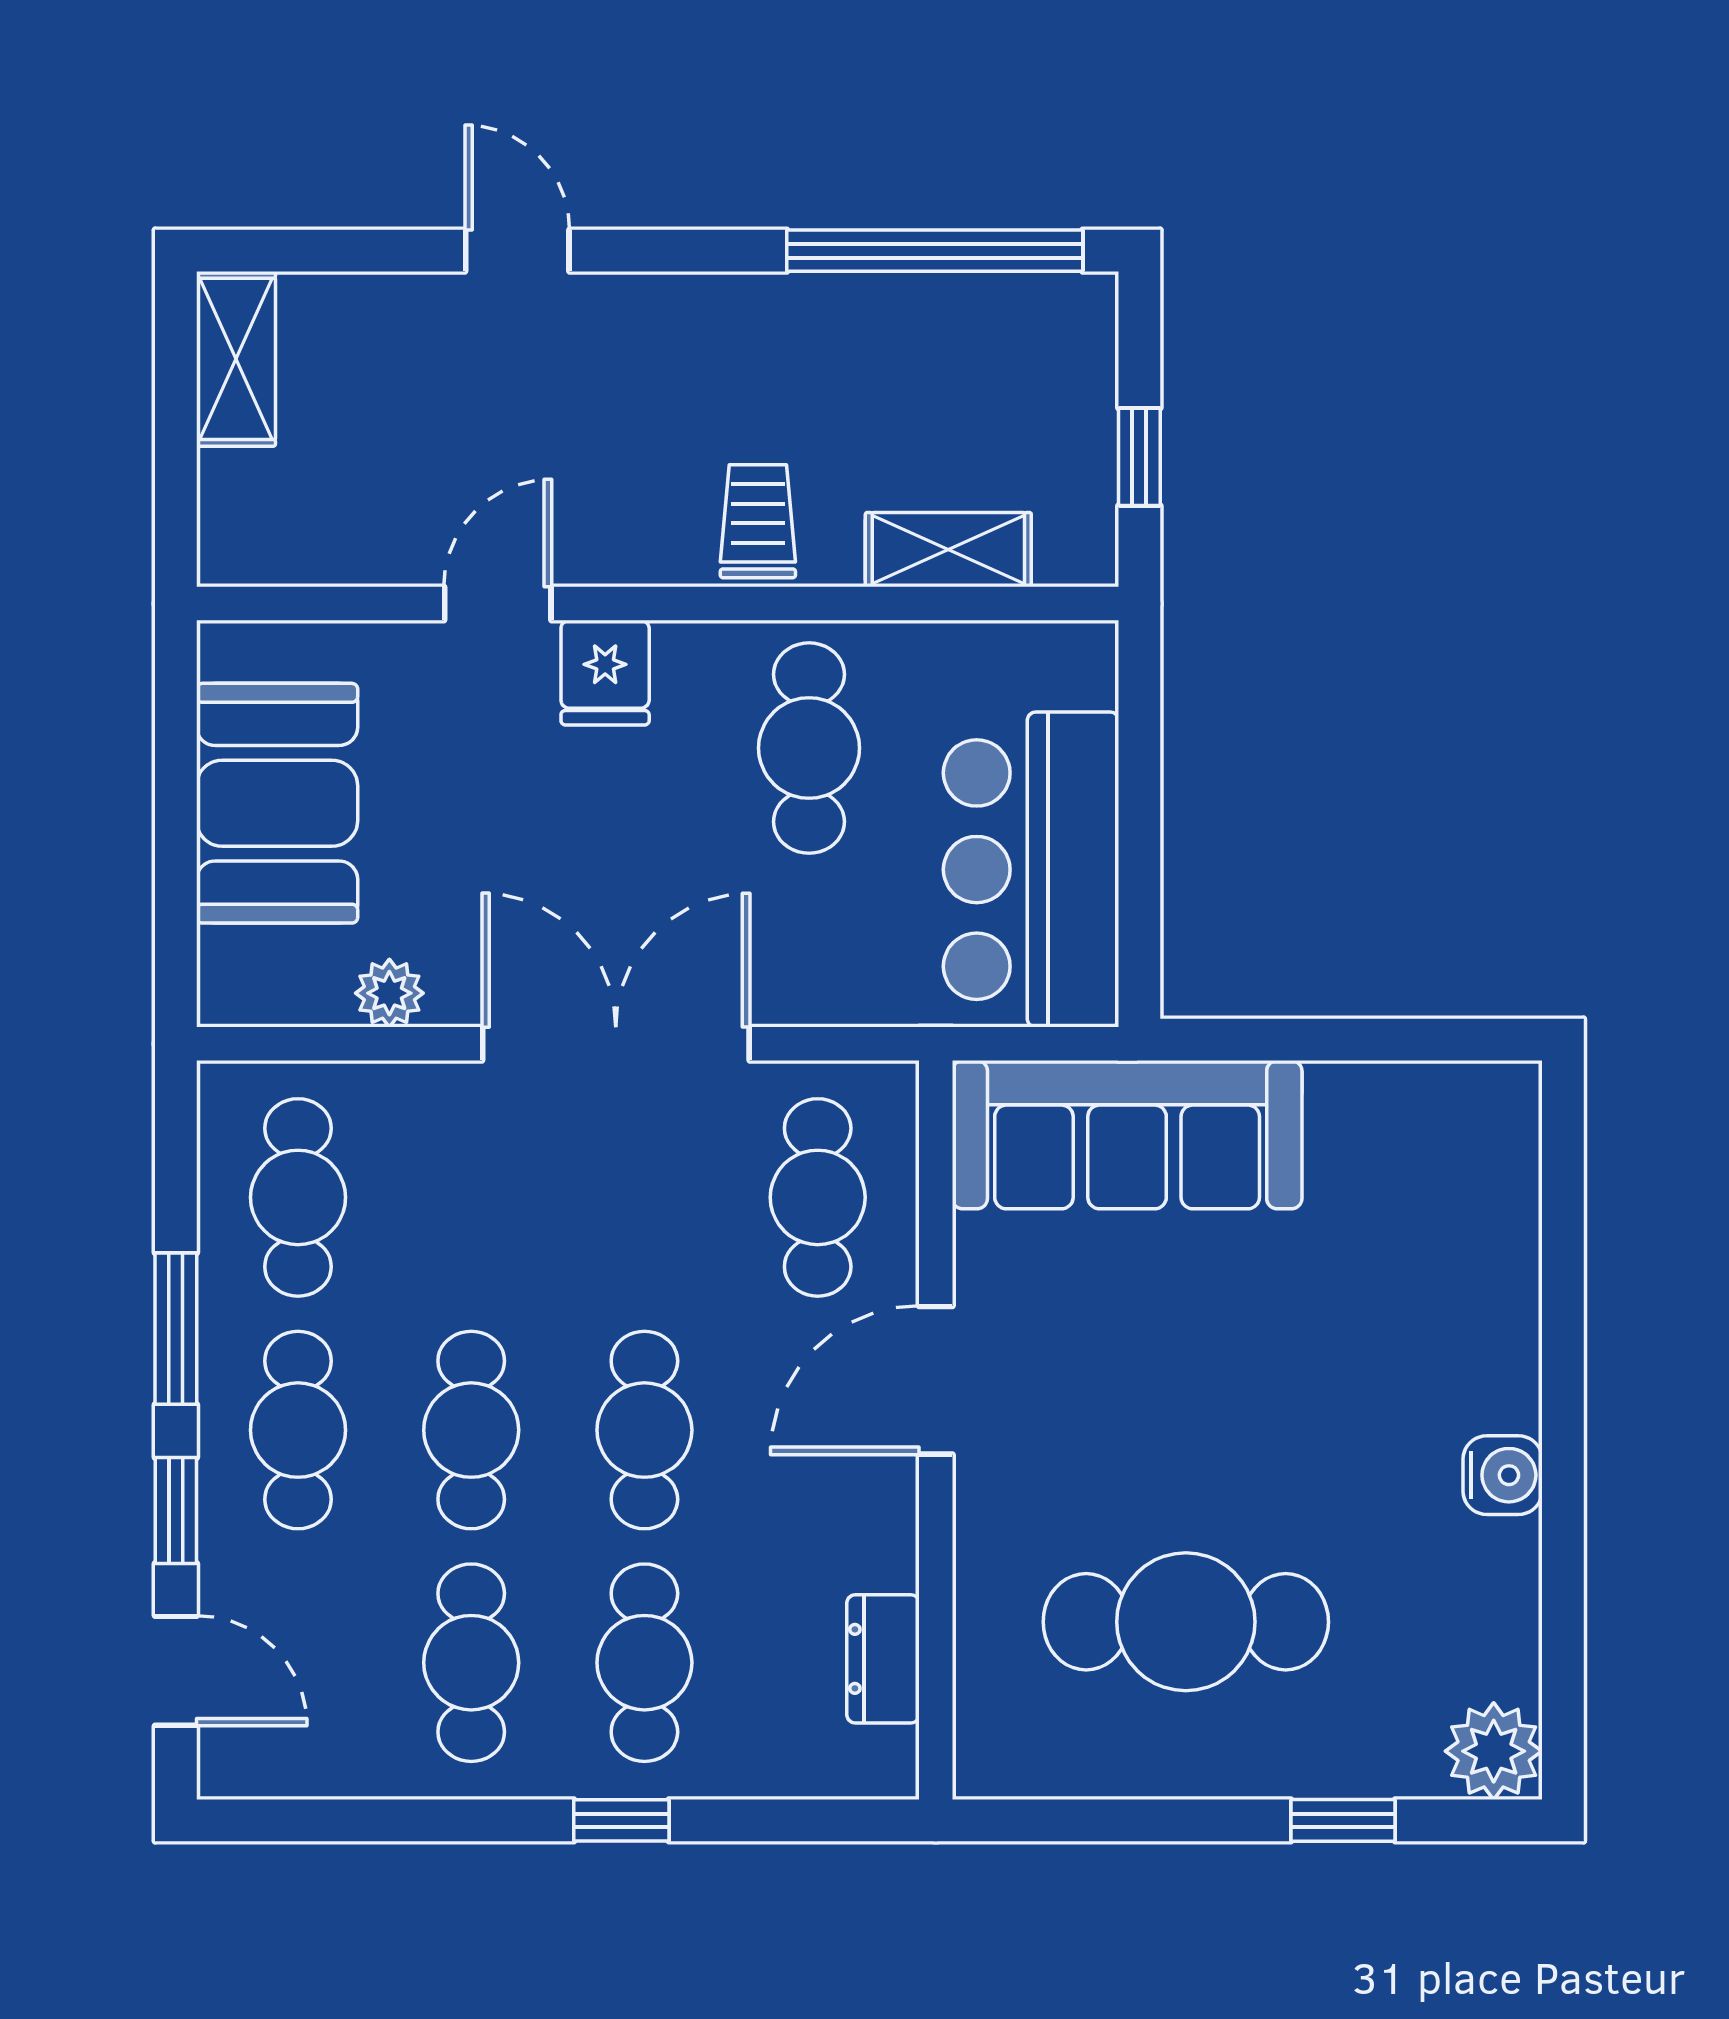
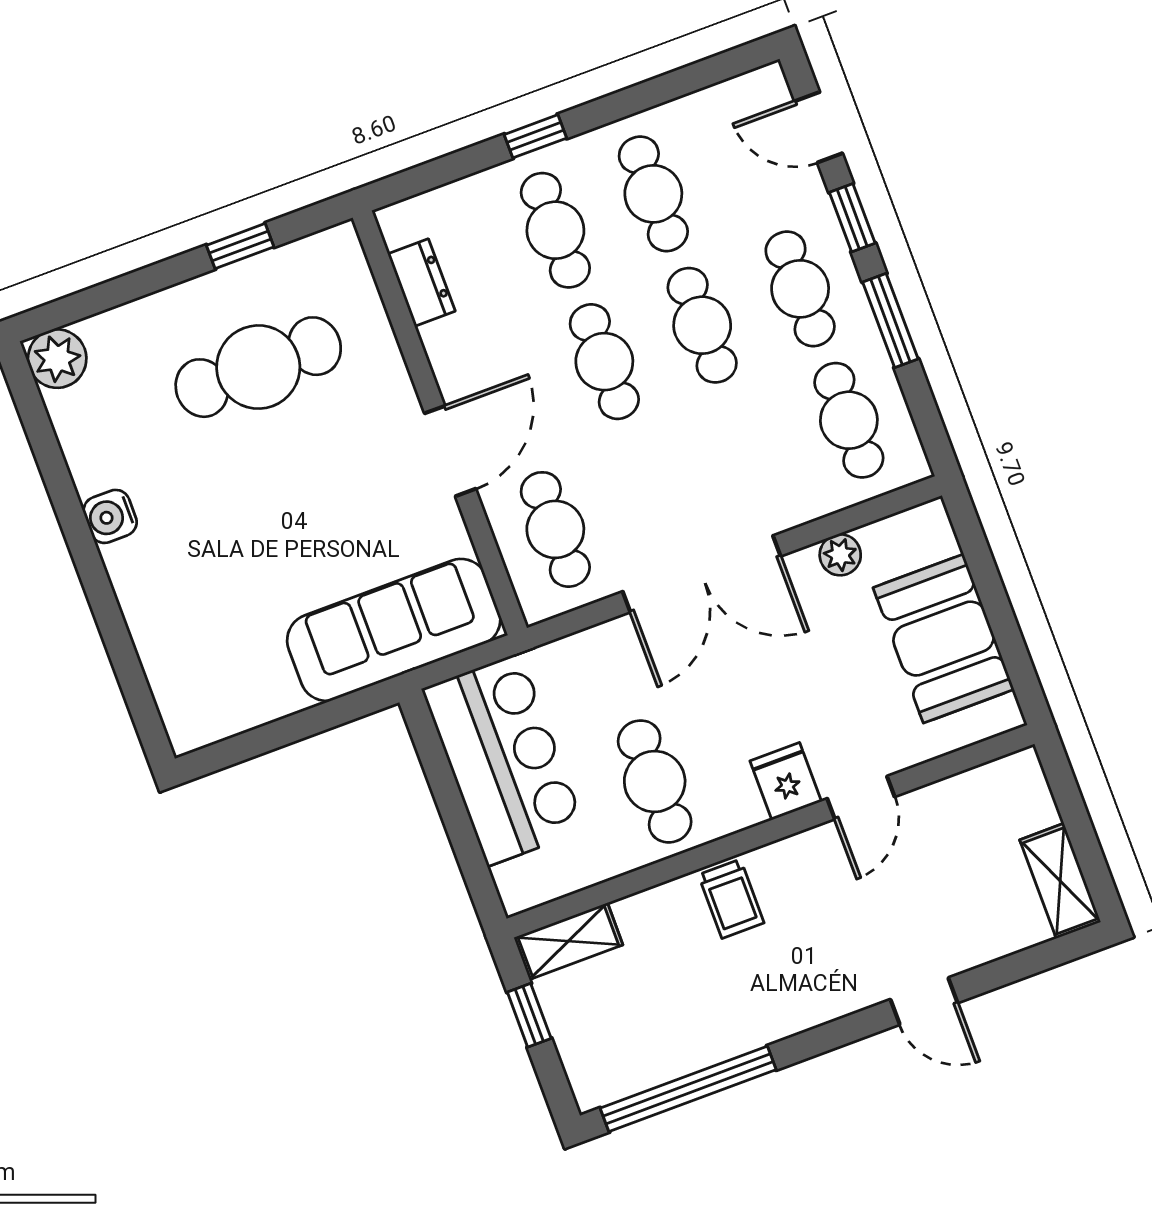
shelving: (948, 550) -> (568, 941), moved
window: (1343, 1820) -> (240, 246), moved

